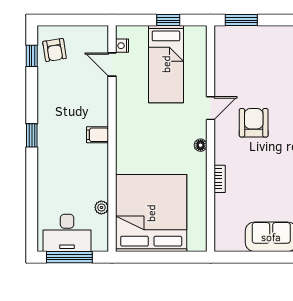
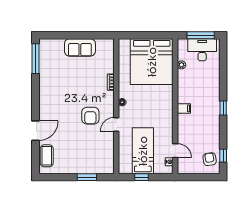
window: (241, 20) -> (87, 177), moved

